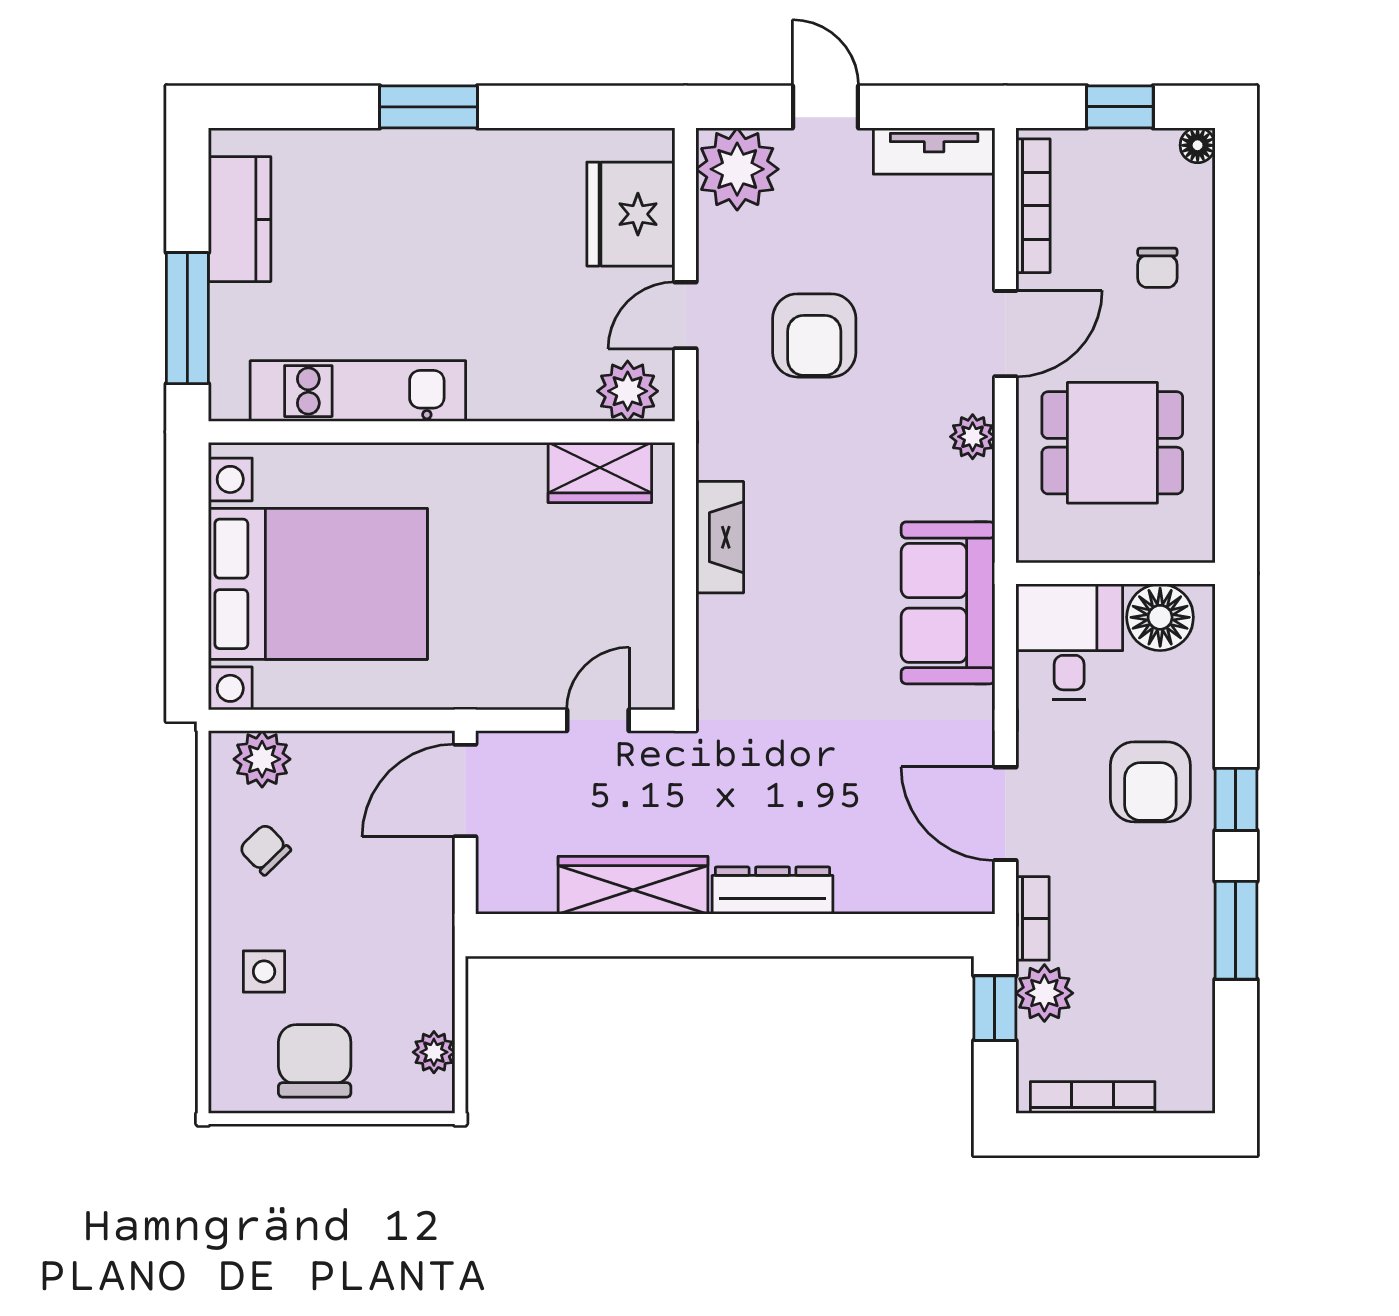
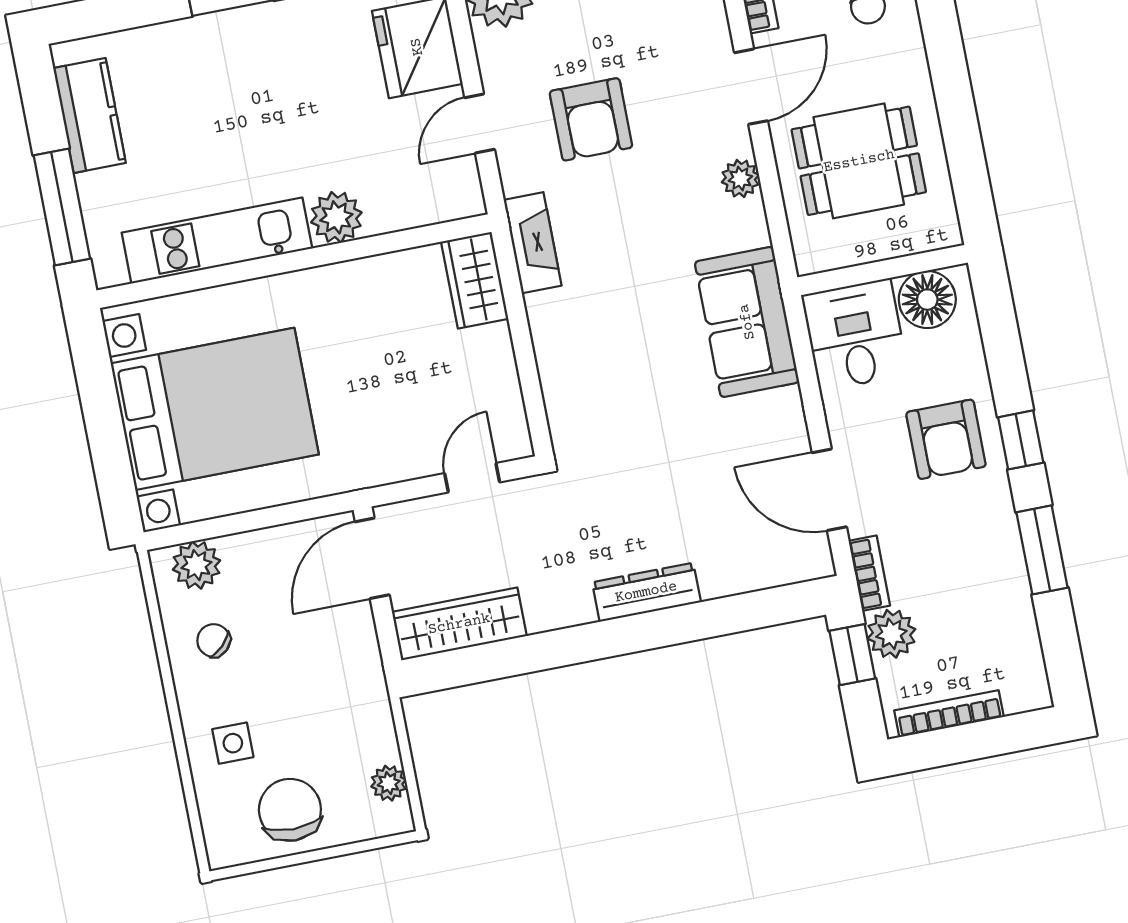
plant: (628, 391) -> (336, 217), moved
wardrobe: (600, 472) -> (475, 280), moved, turned 90
fireplace: (720, 537) -> (533, 243), moved
wardrobe: (633, 885) -> (459, 624), moved

